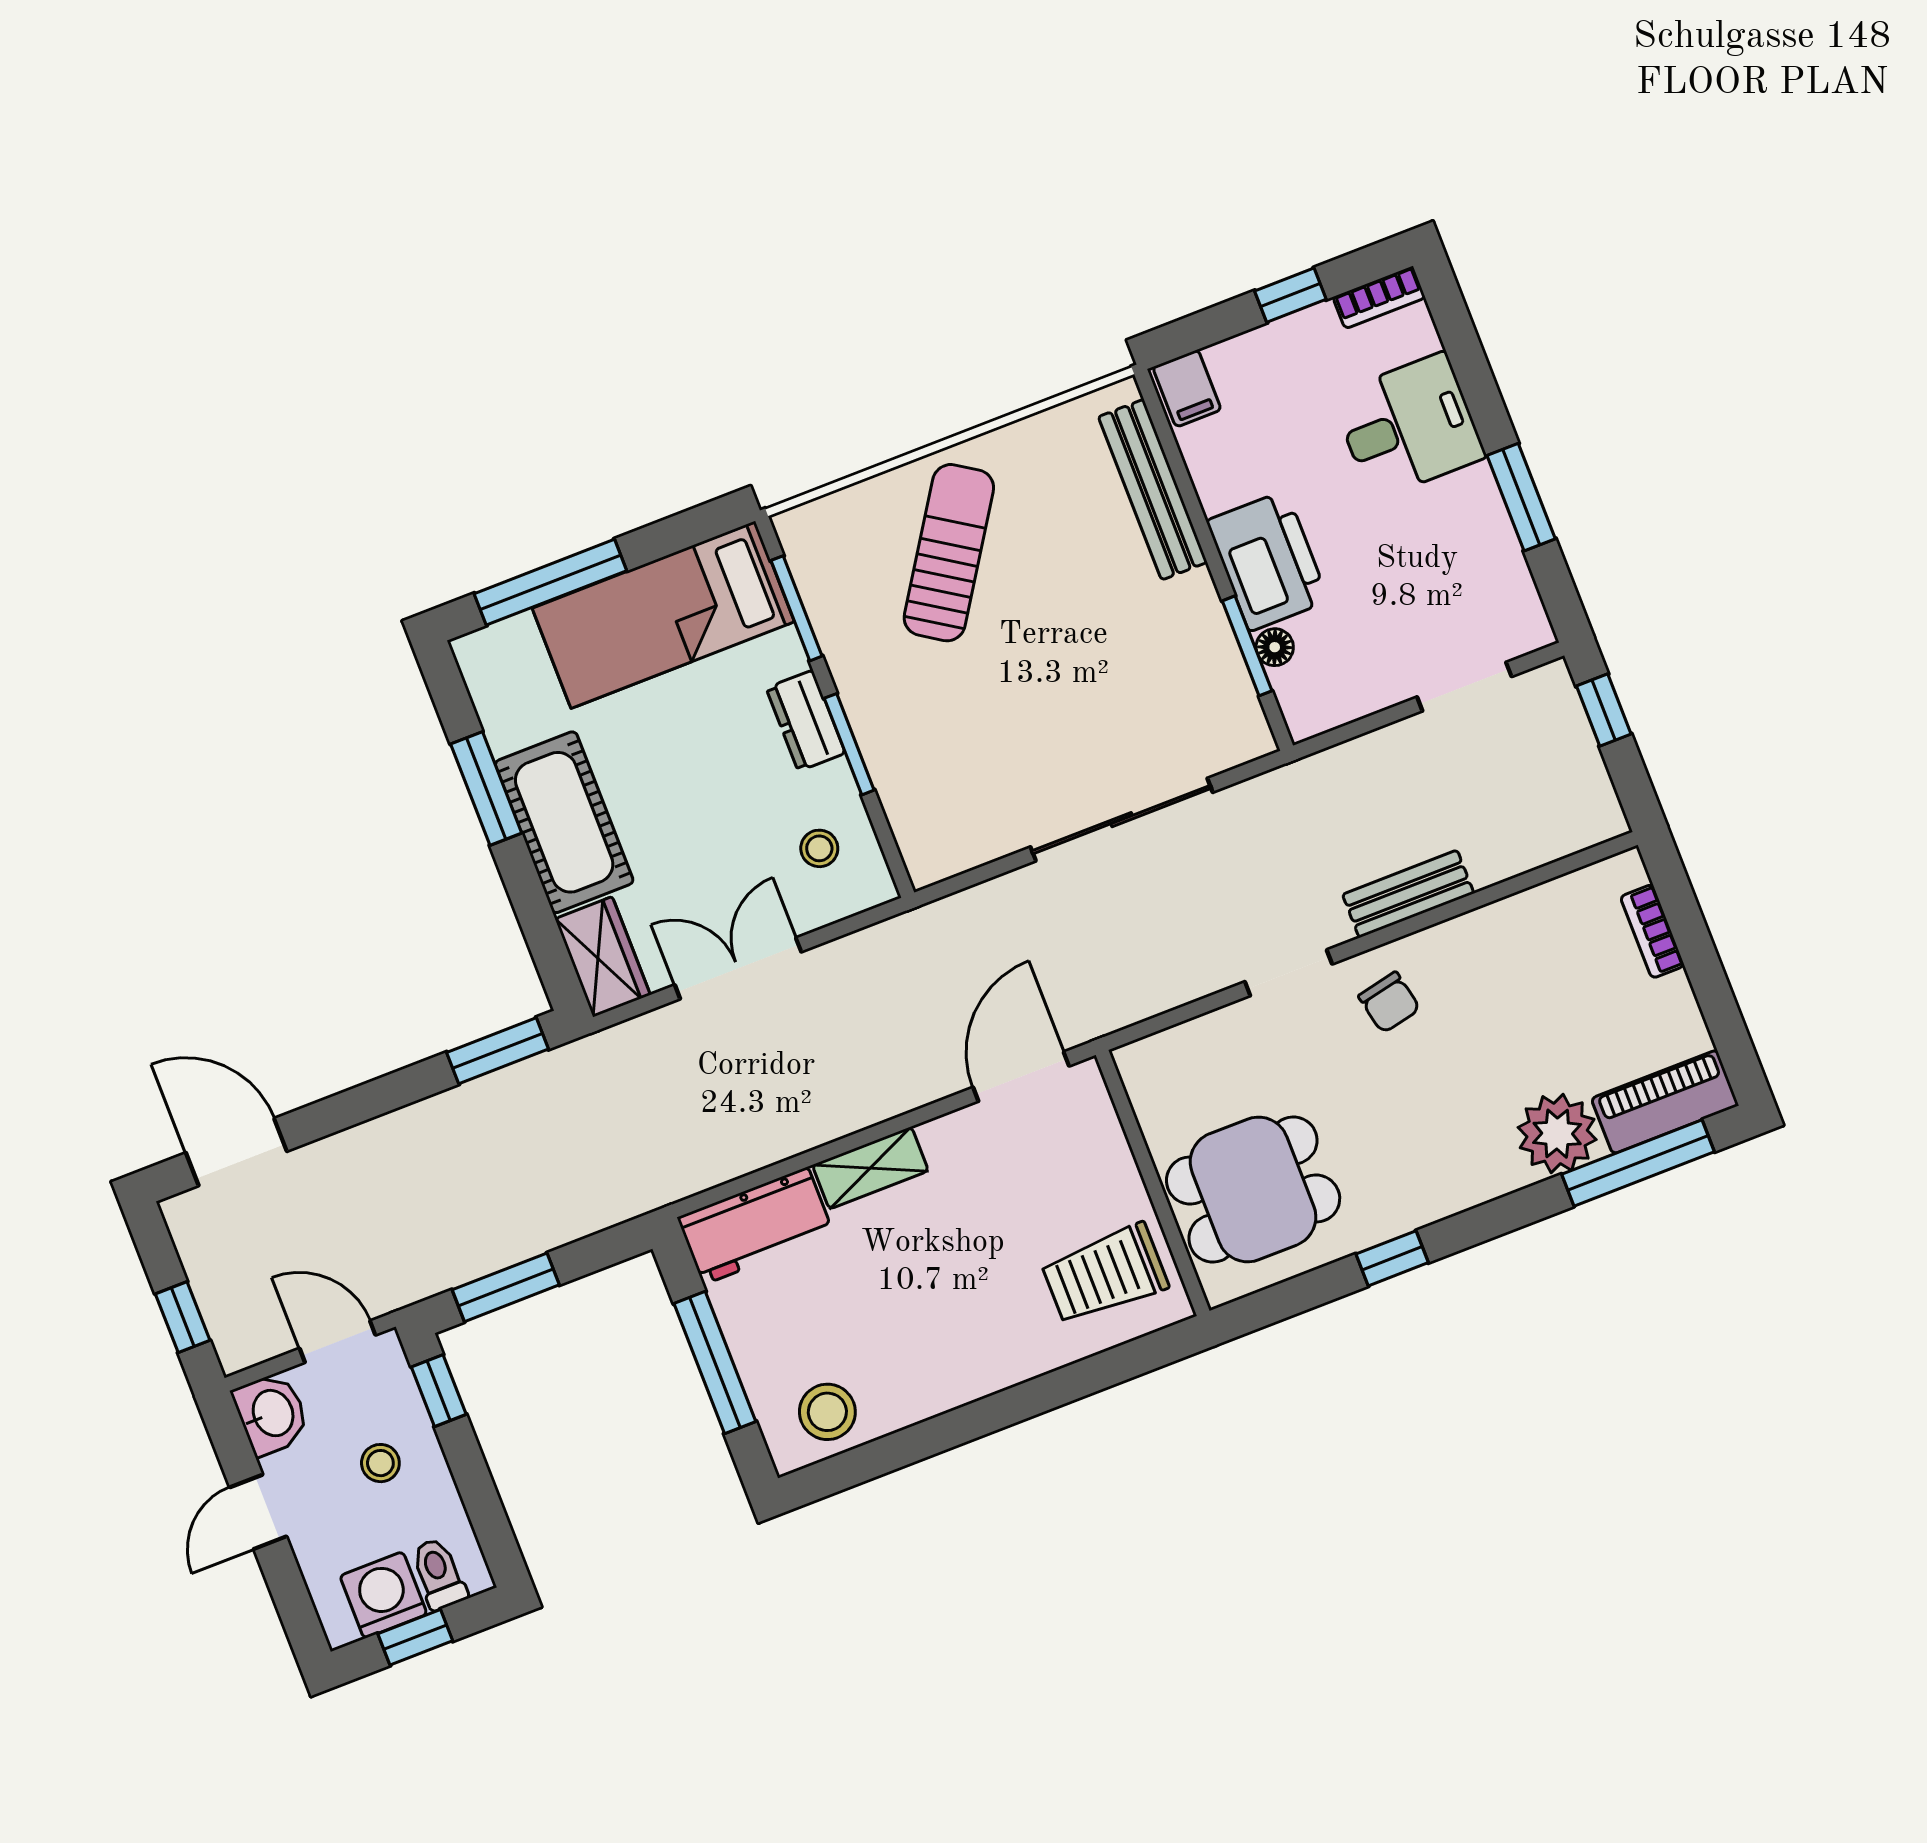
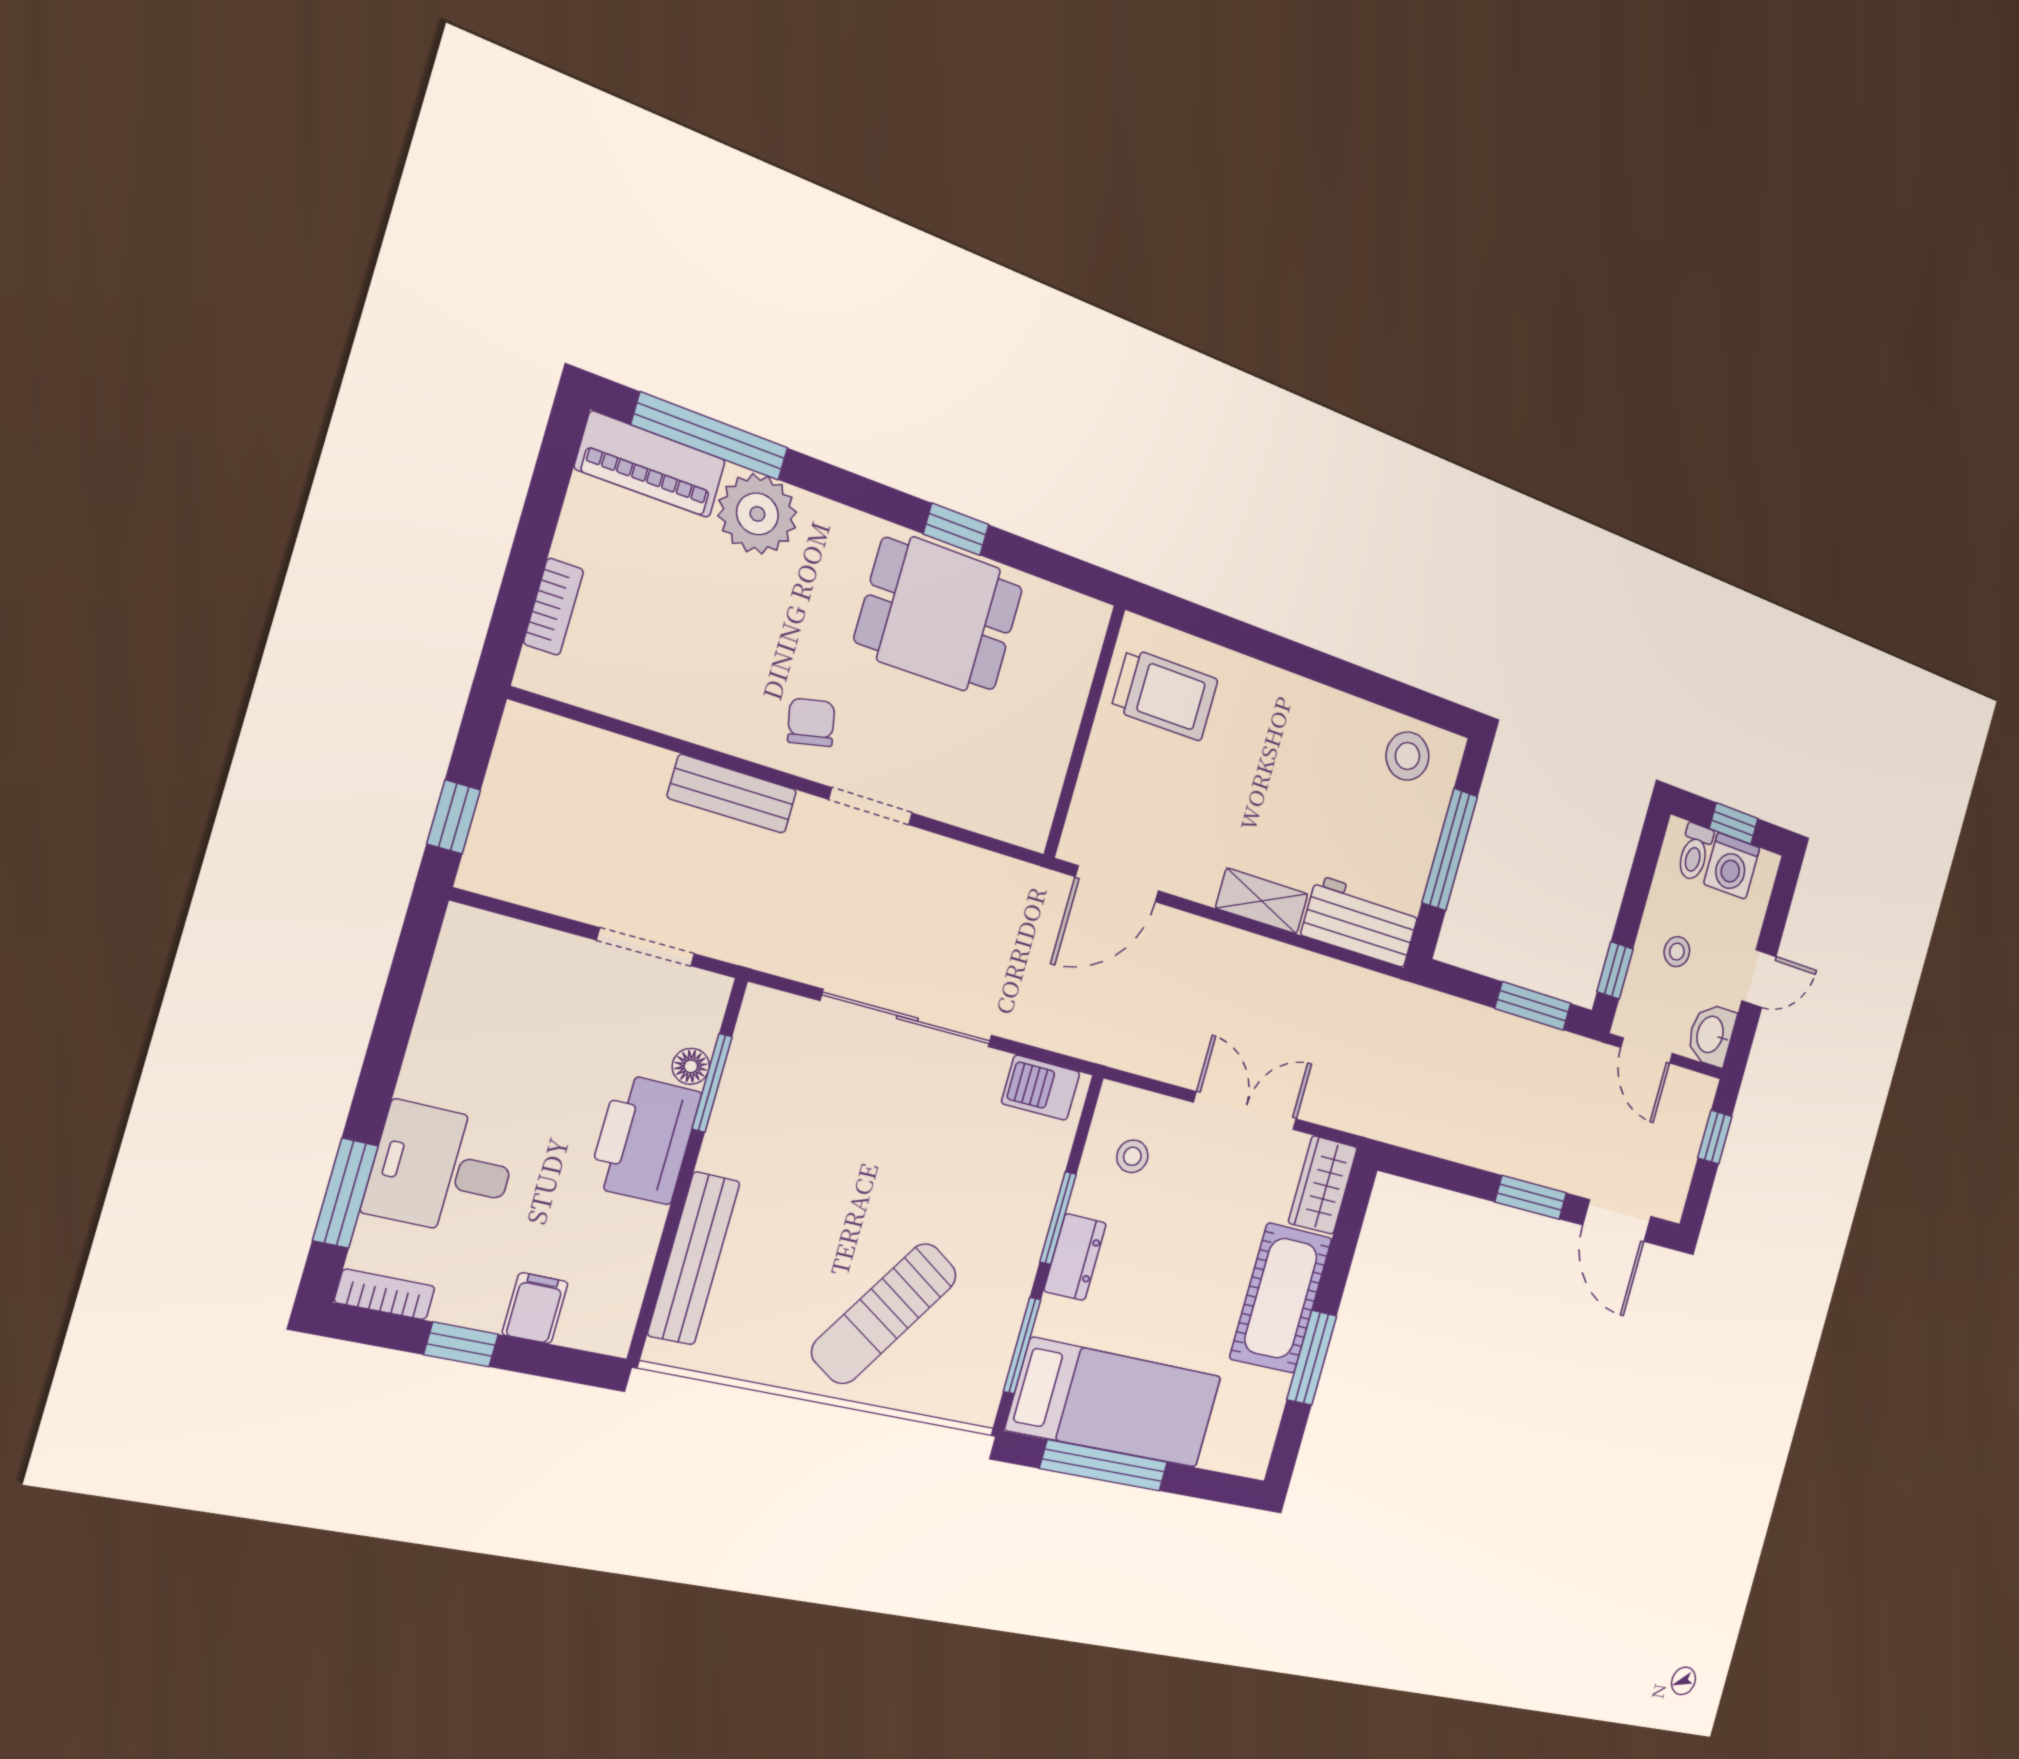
filing cabinet: (1187, 388) -> (535, 1308), moved
window: (1521, 497) -> (345, 1193), moved
window: (550, 582) -> (1104, 1465), moved
doorway: (1464, 687) -> (646, 947), moved
barbecue: (955, 847) -> (1041, 1088), added
double door: (738, 968) -> (1245, 1111), swing flipped
window: (498, 1051) -> (1531, 1197), moved
dining table: (1253, 1189) -> (939, 614), moved

